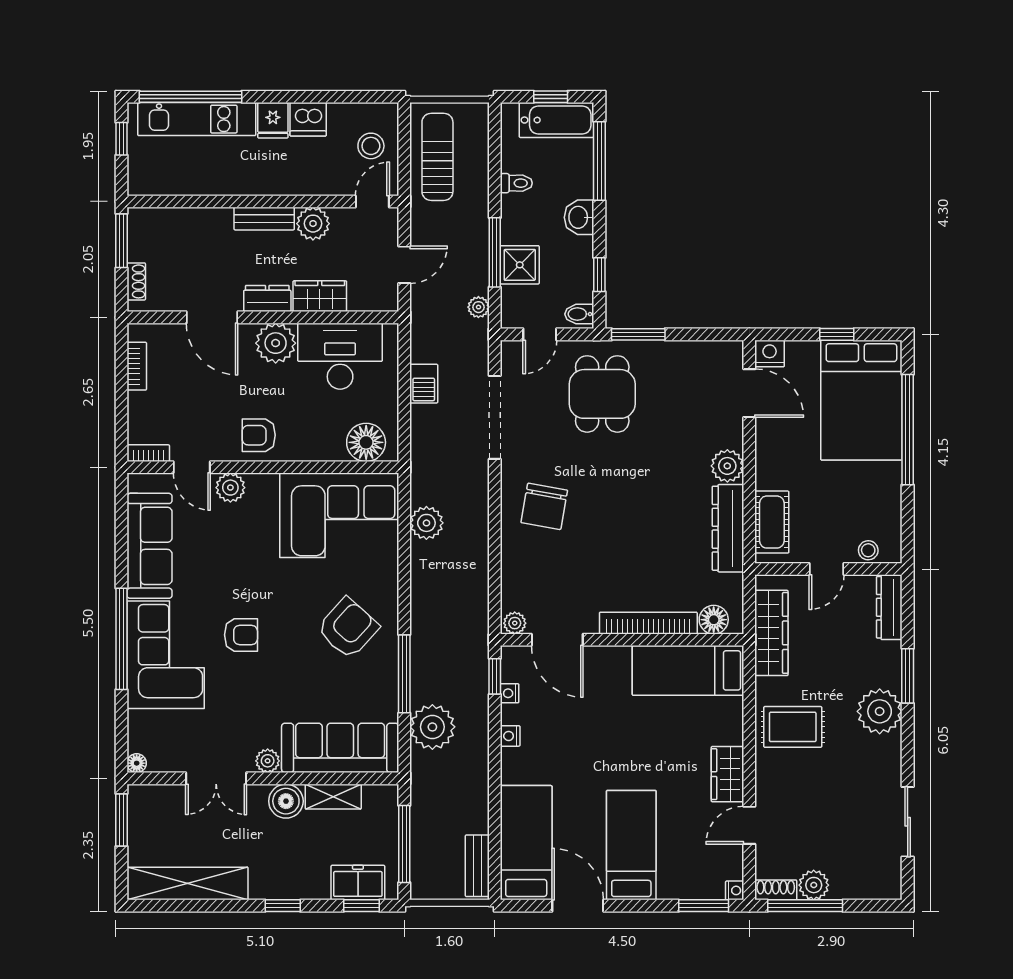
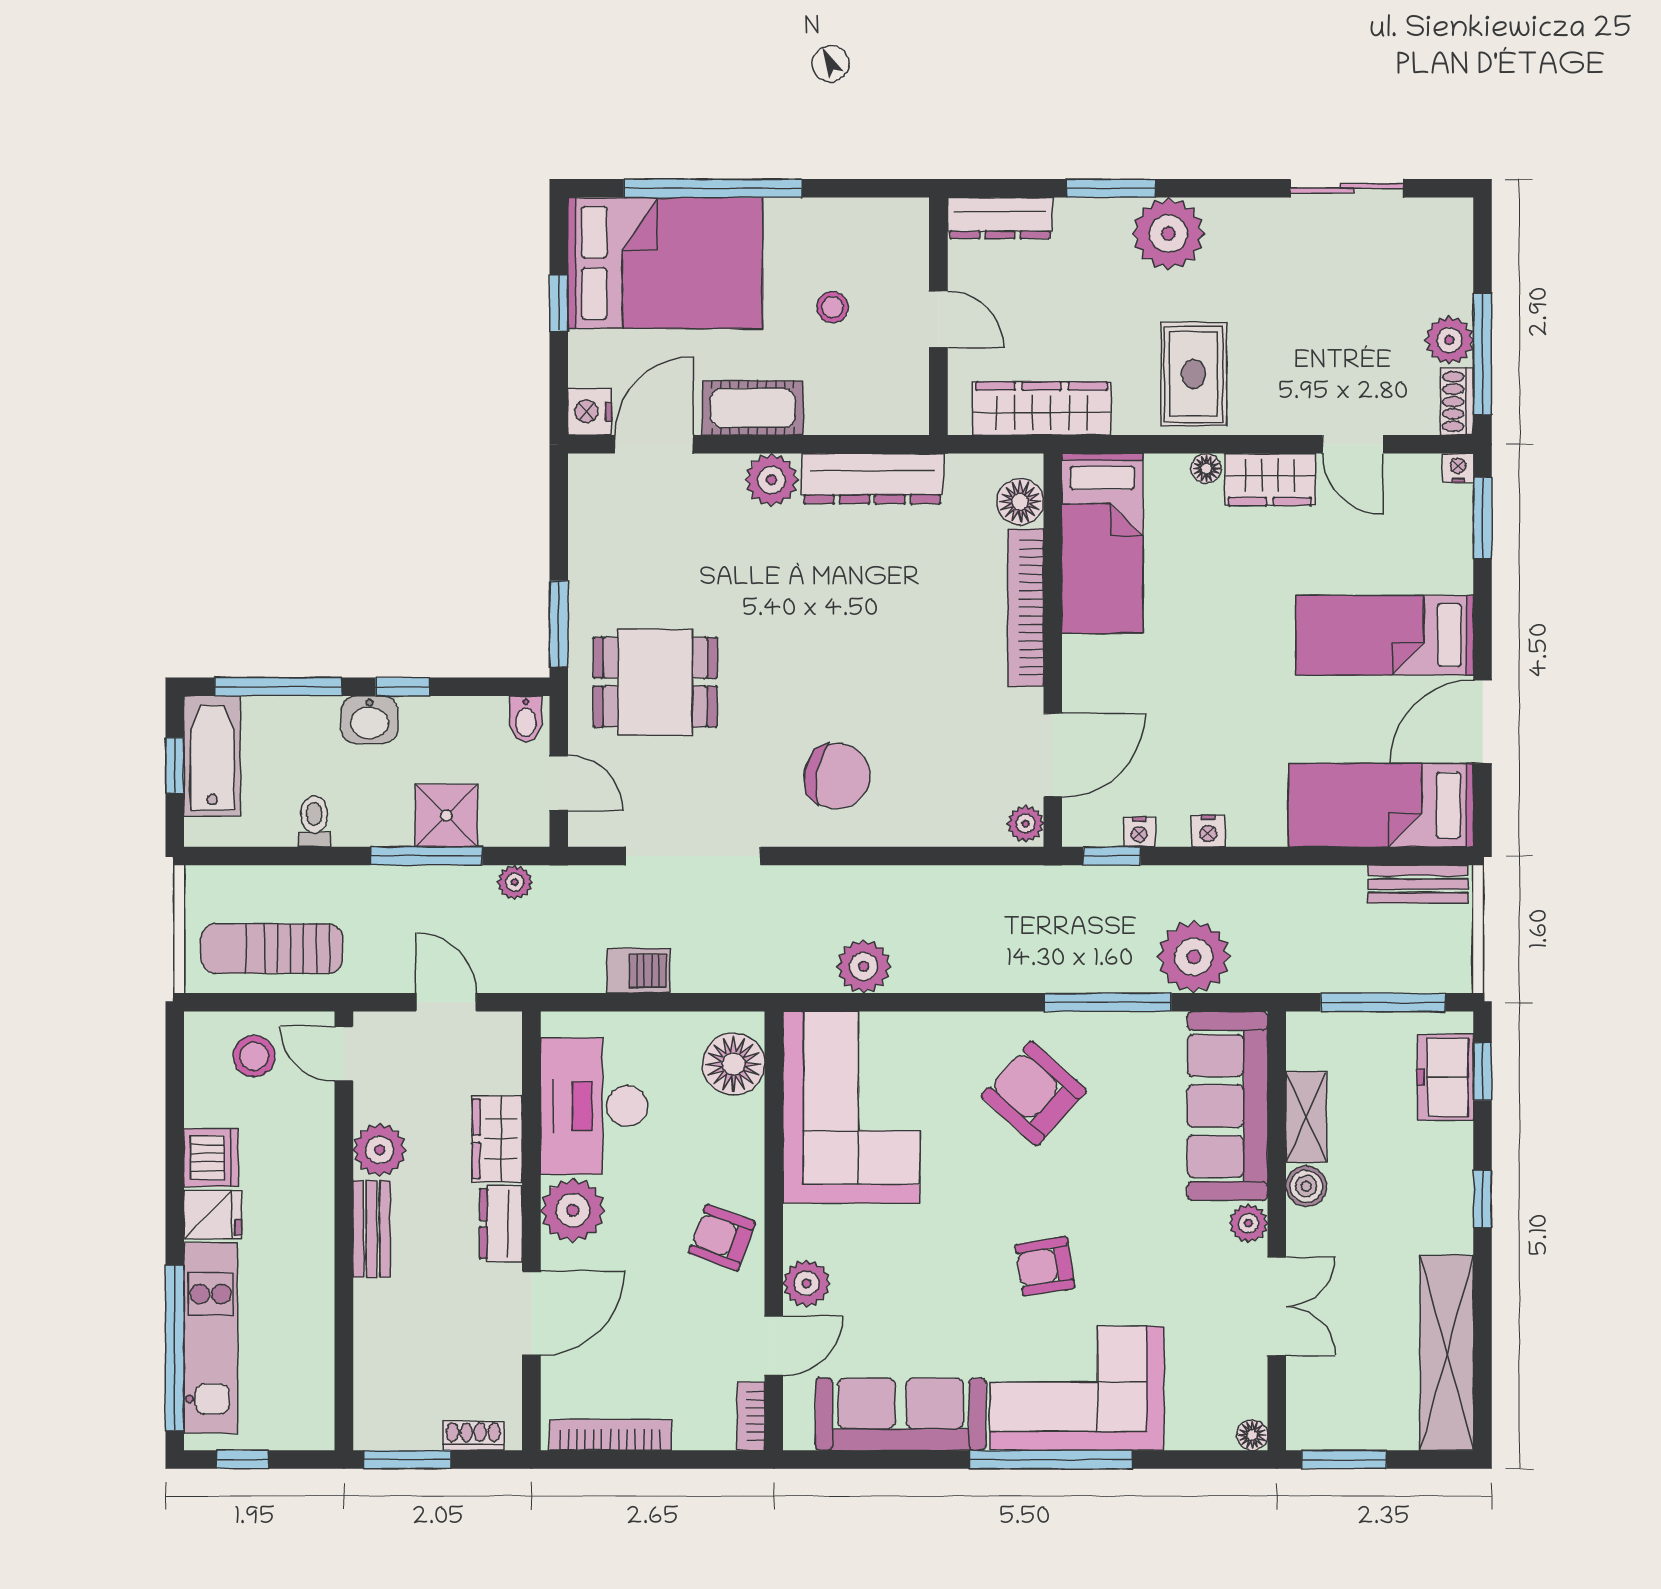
window: (599, 275) -> (403, 687), moved
bookcase: (137, 366) -> (610, 1435), width x1.56
armchair: (259, 435) -> (722, 1238), turned 110
cot: (772, 522) -> (753, 408), moved
stool: (868, 550) -> (832, 307), moved
armchair: (241, 635) -> (1045, 1266), turned -99
floor lamp: (734, 735) -> (1206, 469), added
boiler: (286, 801) -> (1306, 1186), width x0.73, depth x0.73

